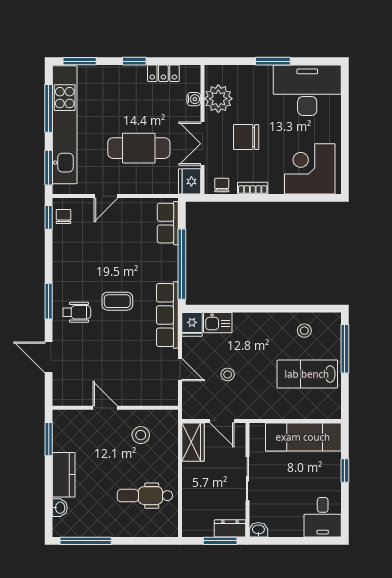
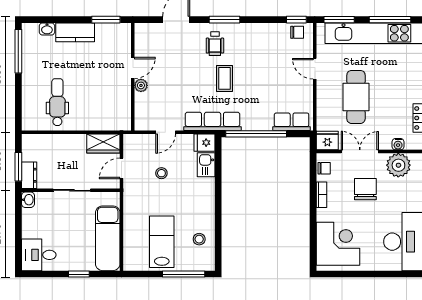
plant: (125, 398) -> (141, 85), added
stool: (141, 435) -> (109, 99), removed

